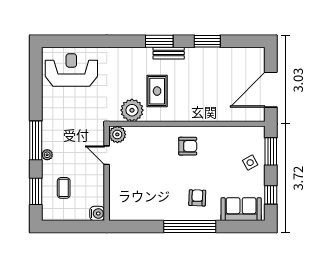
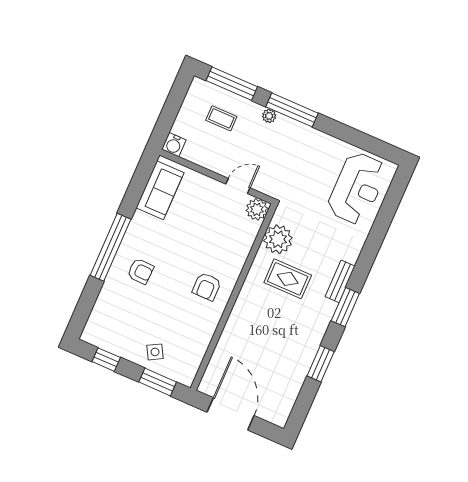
bench: (169, 53) -> (340, 281), moved
window: (36, 191) -> (232, 84), width x1.44
sofa: (241, 209) -> (160, 190), moved

